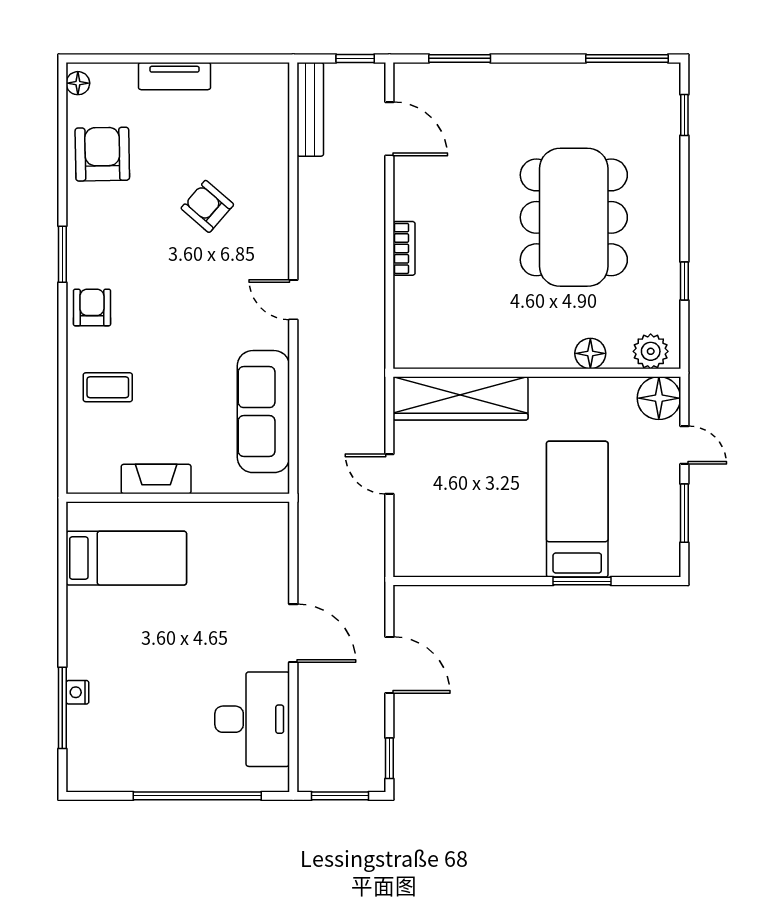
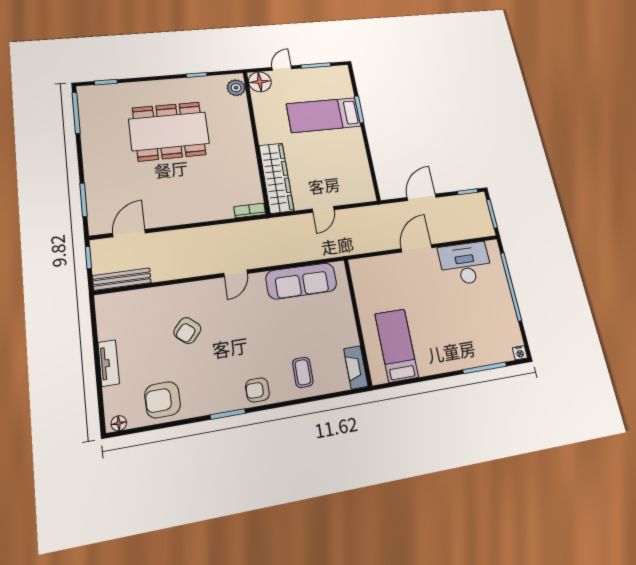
bookcase: (404, 248) -> (250, 211), moved
floor lamp: (590, 353) -> (242, 116), removed
fireplace: (156, 479) -> (356, 367), moved
nightstand: (77, 692) -> (520, 353), moved

